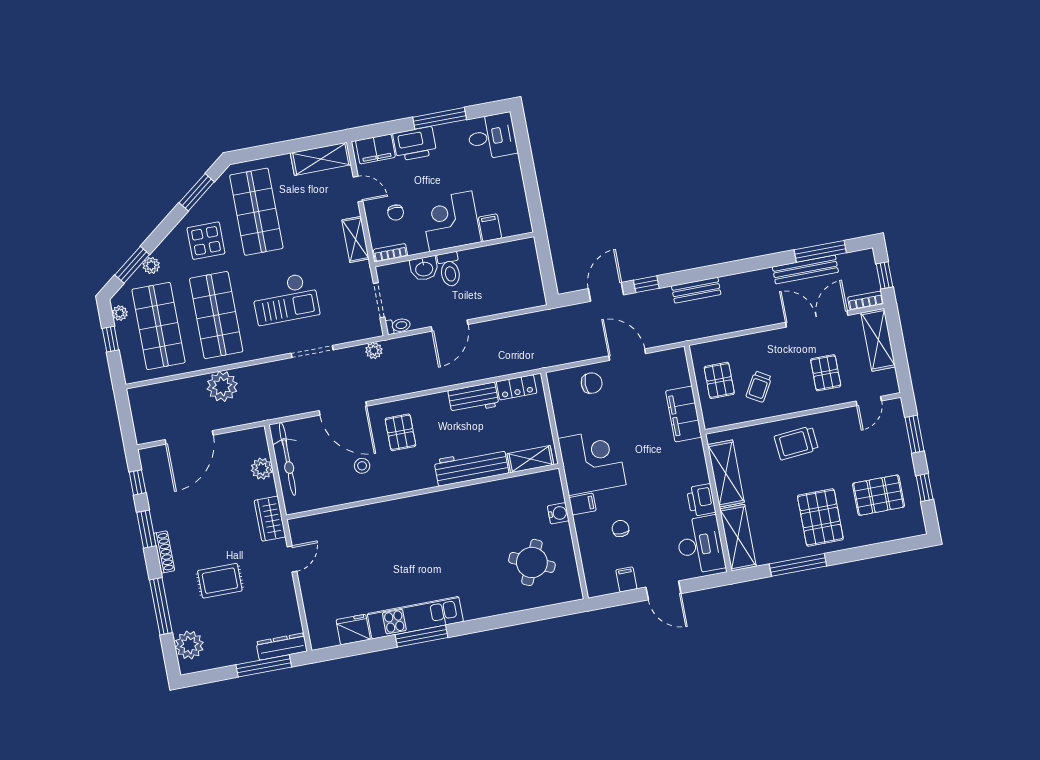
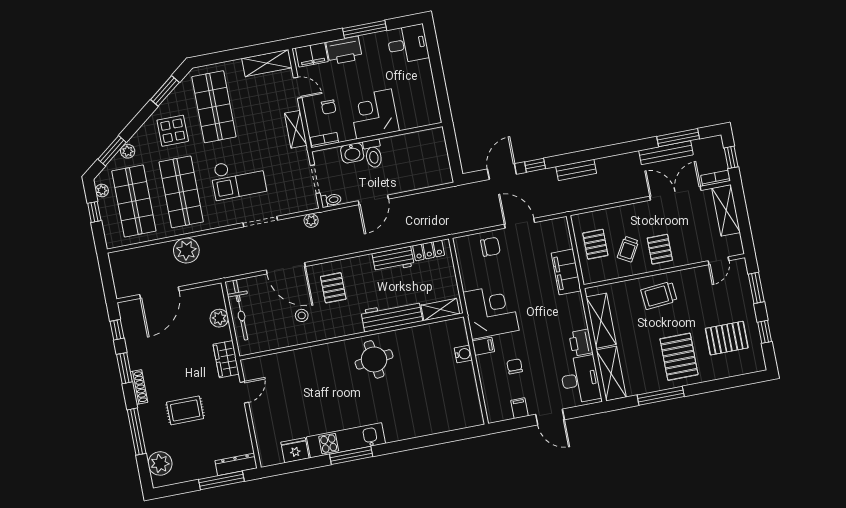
filing cabinet: (490, 228) -> (406, 119), removed
pallet: (826, 373) -> (660, 249), moved
round table: (532, 562) -> (374, 359), moved, turned -32

